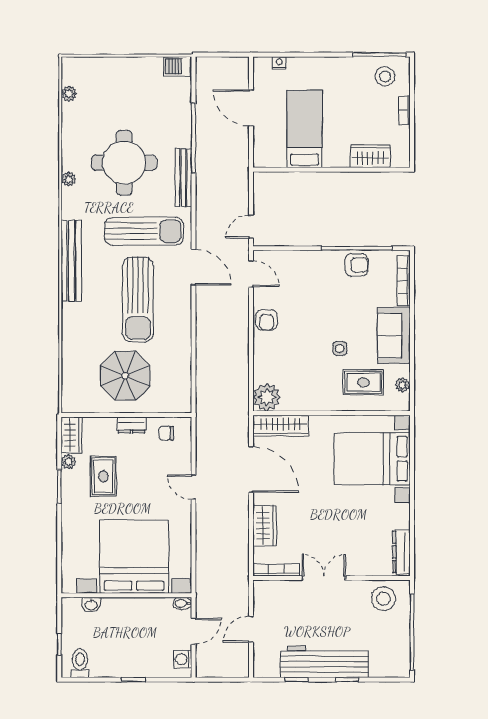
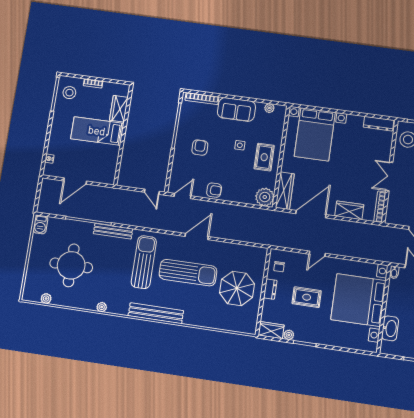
bed: (305, 129) -> (97, 131), moved
round table: (124, 163) -> (71, 265), moved
armchair: (357, 265) -> (200, 148), moved
door: (193, 267) -> (197, 236), moved
rug: (363, 382) -> (264, 157), moved
rug: (103, 476) -> (307, 297), moved
washbasin: (91, 605) -> (390, 328), width x1.91, depth x1.45

